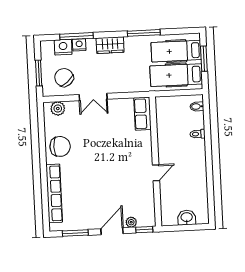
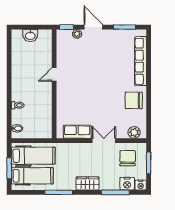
nightstand: (79, 45) -> (141, 185), moved
chair: (64, 78) -> (128, 158), turned -140
row of seats: (143, 114) -> (77, 132), moved, turned -90
door: (112, 231) -> (93, 27), swing flipped

